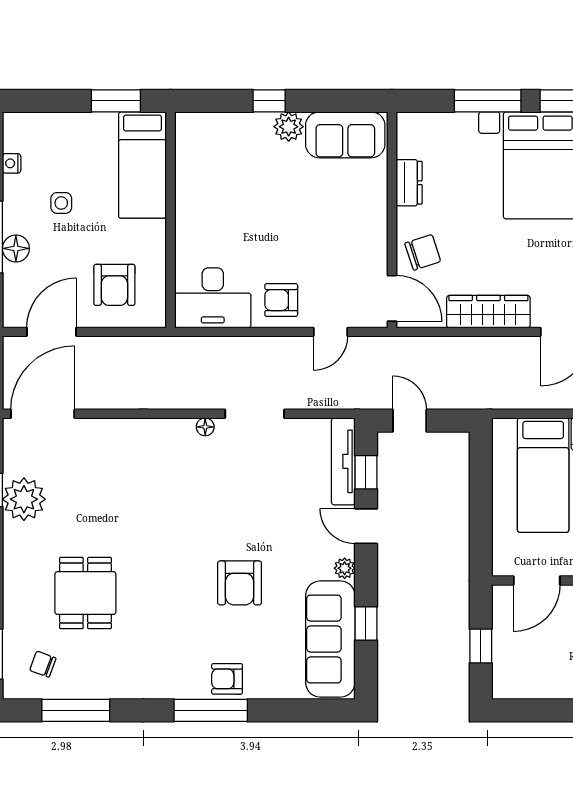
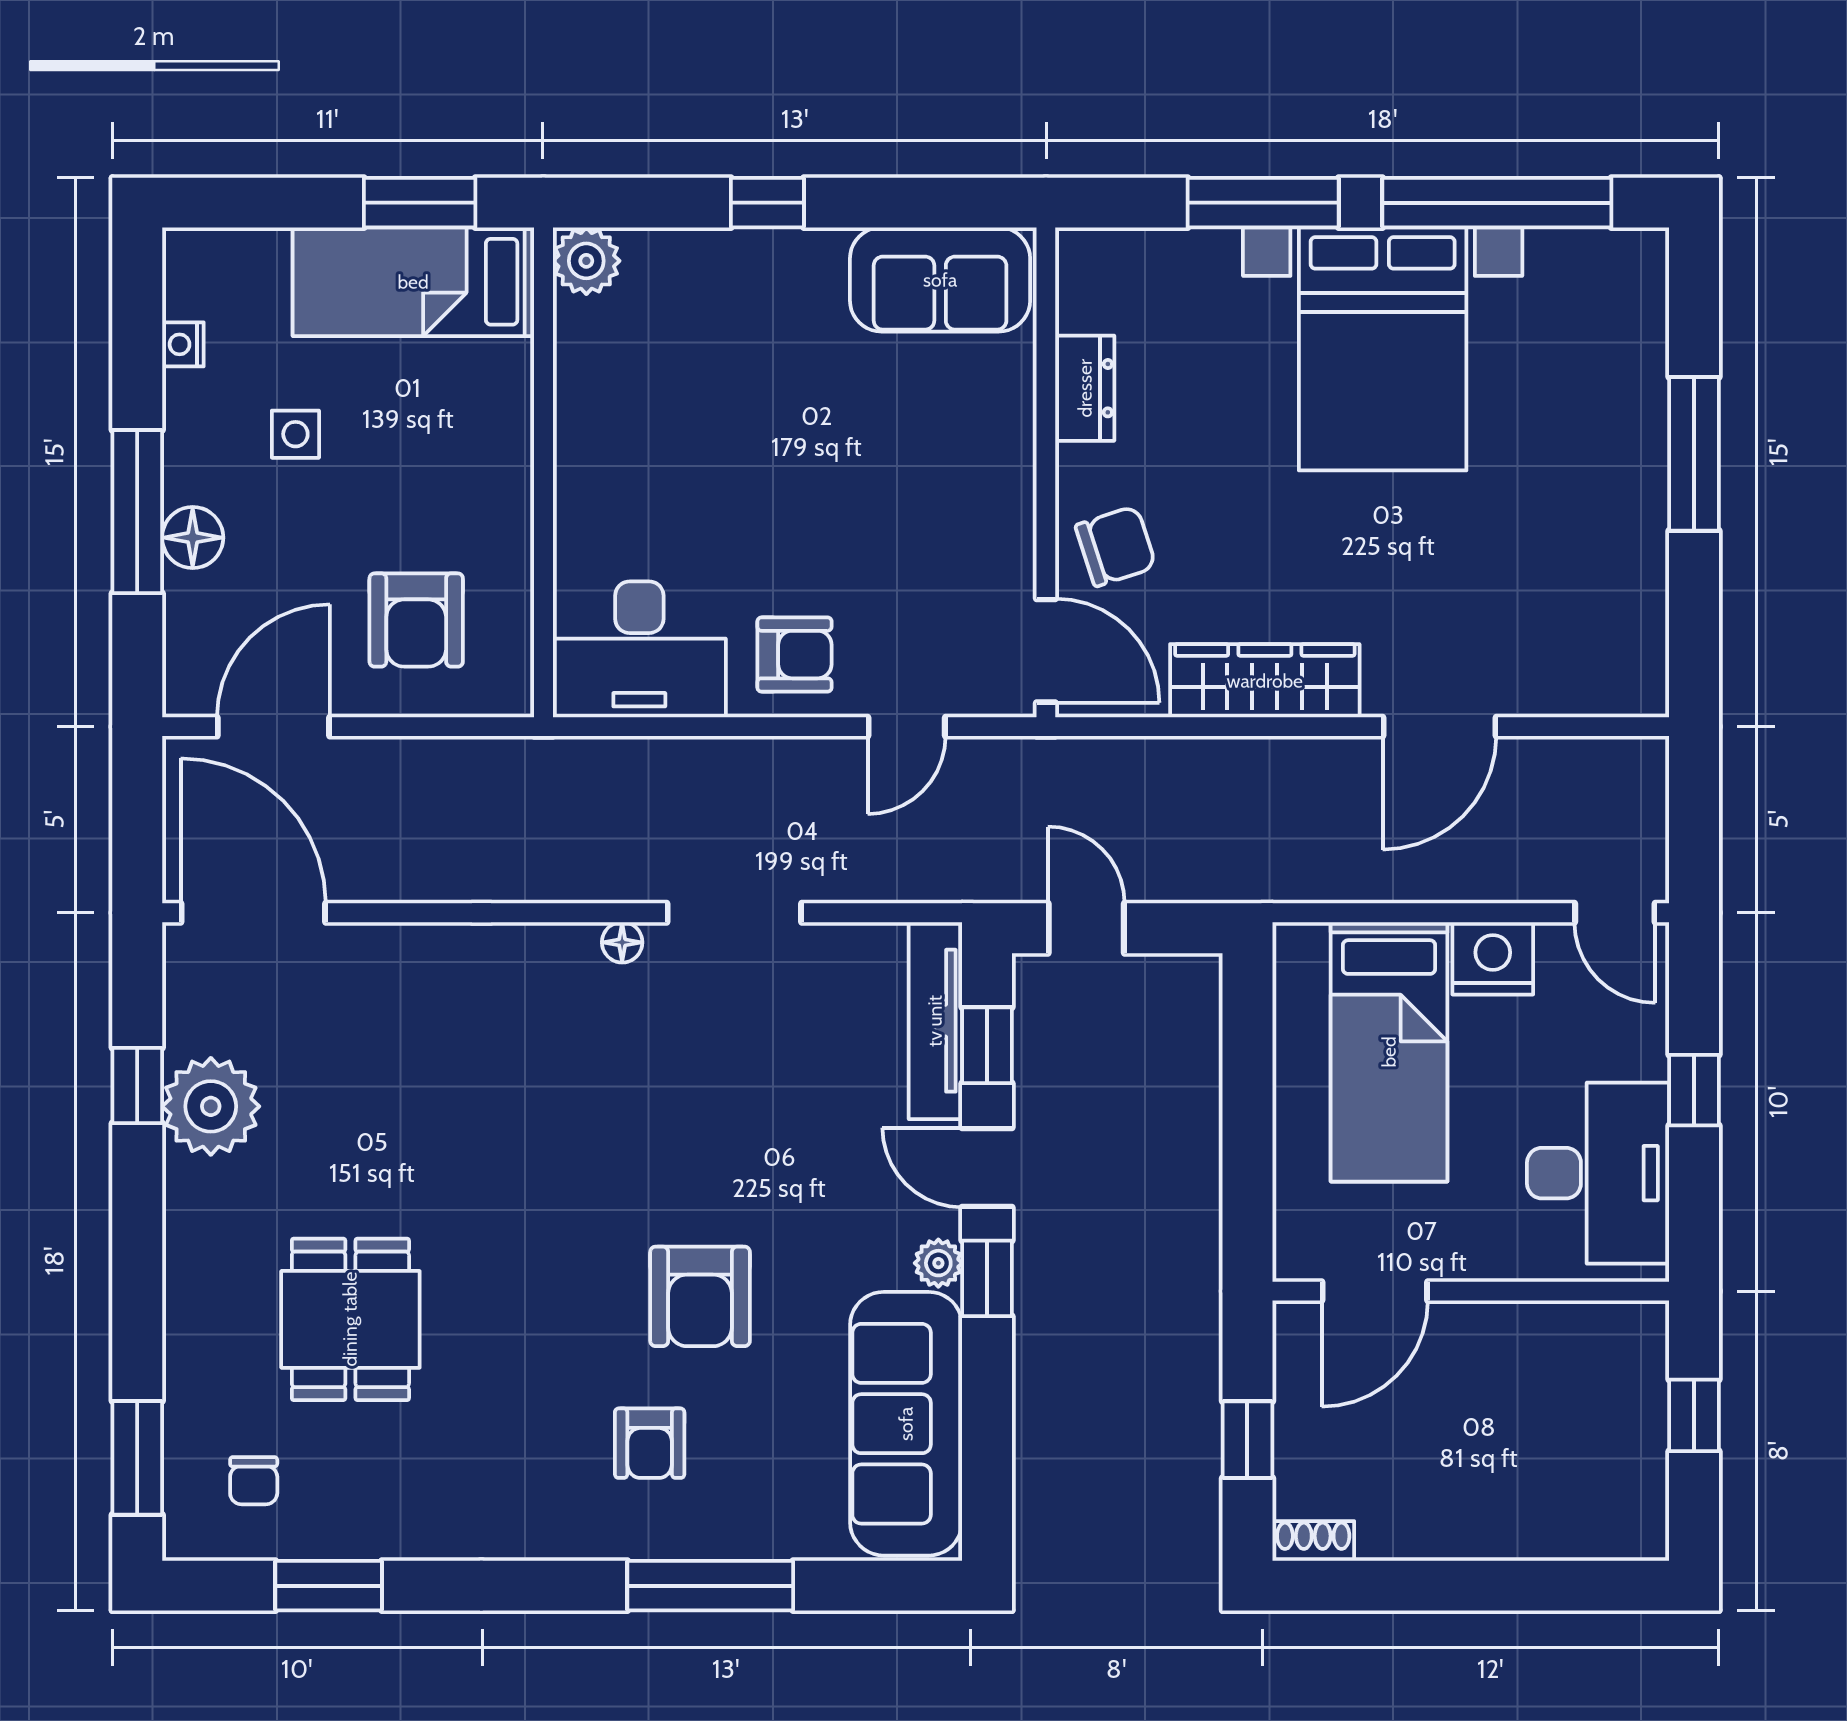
plant: (289, 127) -> (586, 261), moved
bed: (142, 165) -> (413, 282), moved, turned 90
armchair: (281, 300) -> (794, 655), turned 180
door: (43, 414) -> (253, 913), hinge flipped
window: (366, 623) -> (987, 1278), moved
chair: (43, 664) -> (254, 1481), turned -110
armchair: (227, 679) -> (650, 1443), moved, turned -90
shoe rack: (510, 691) -> (1313, 1541), added
window: (76, 710) -> (329, 1586), width x0.69
window: (211, 710) -> (710, 1586), moved

